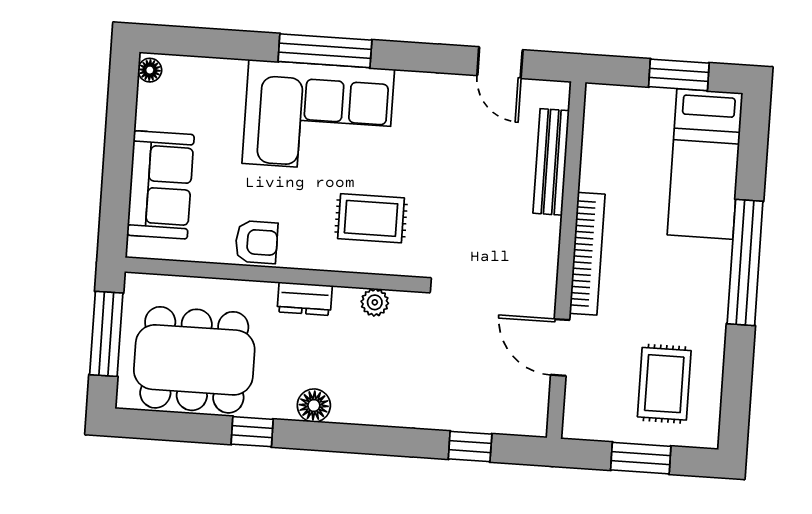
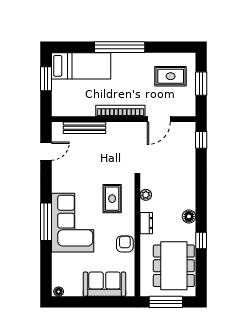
window: (470, 447) -> (201, 140), moved

